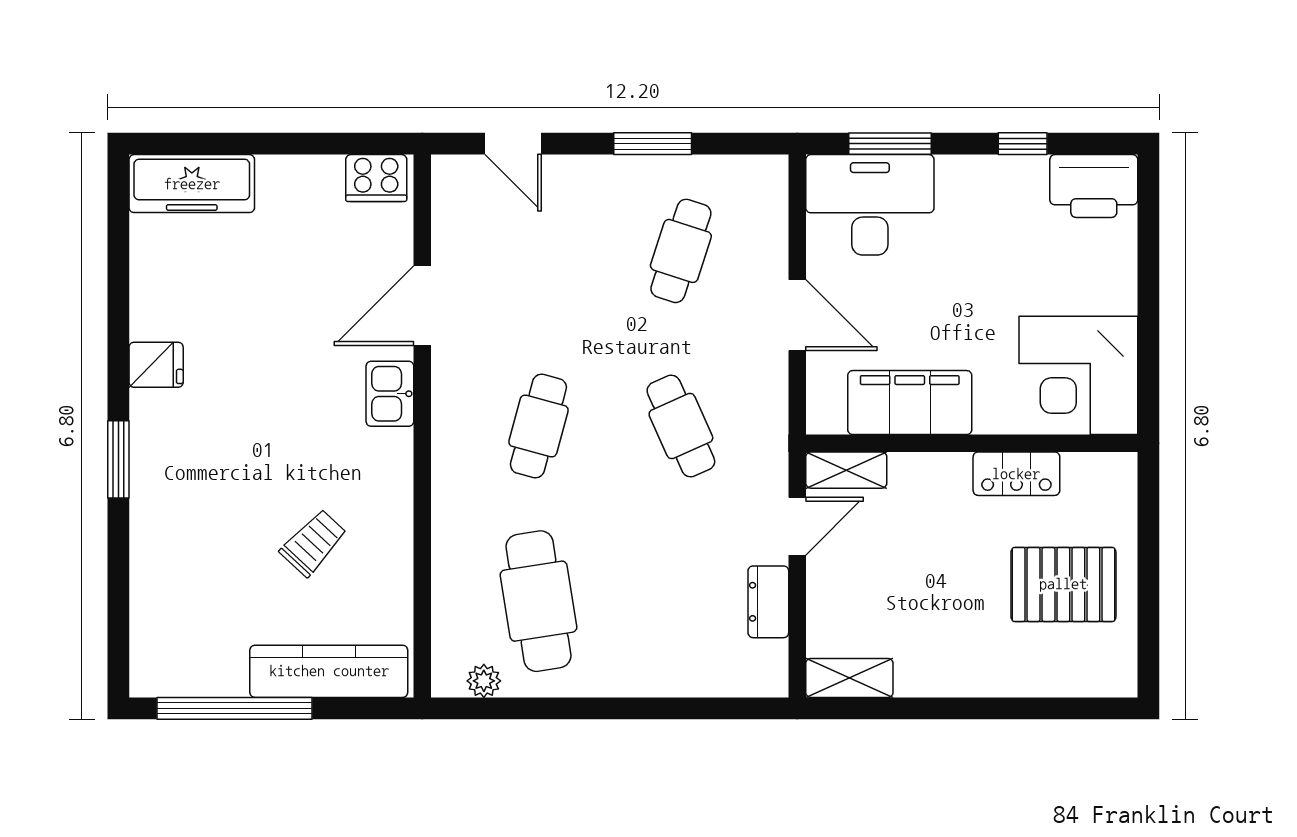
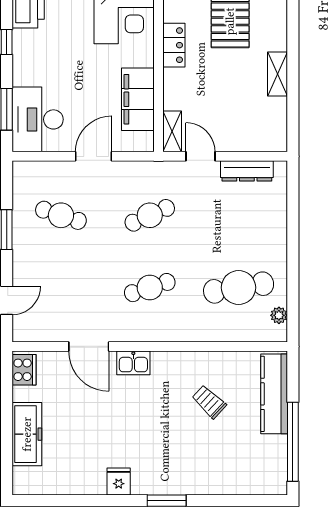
freezer: (192, 184) -> (27, 434), moved
cafe table: (538, 426) -> (150, 288), turned -33
dresser: (768, 602) -> (247, 171), width x1.44
shelving: (849, 678) -> (278, 74), moved

